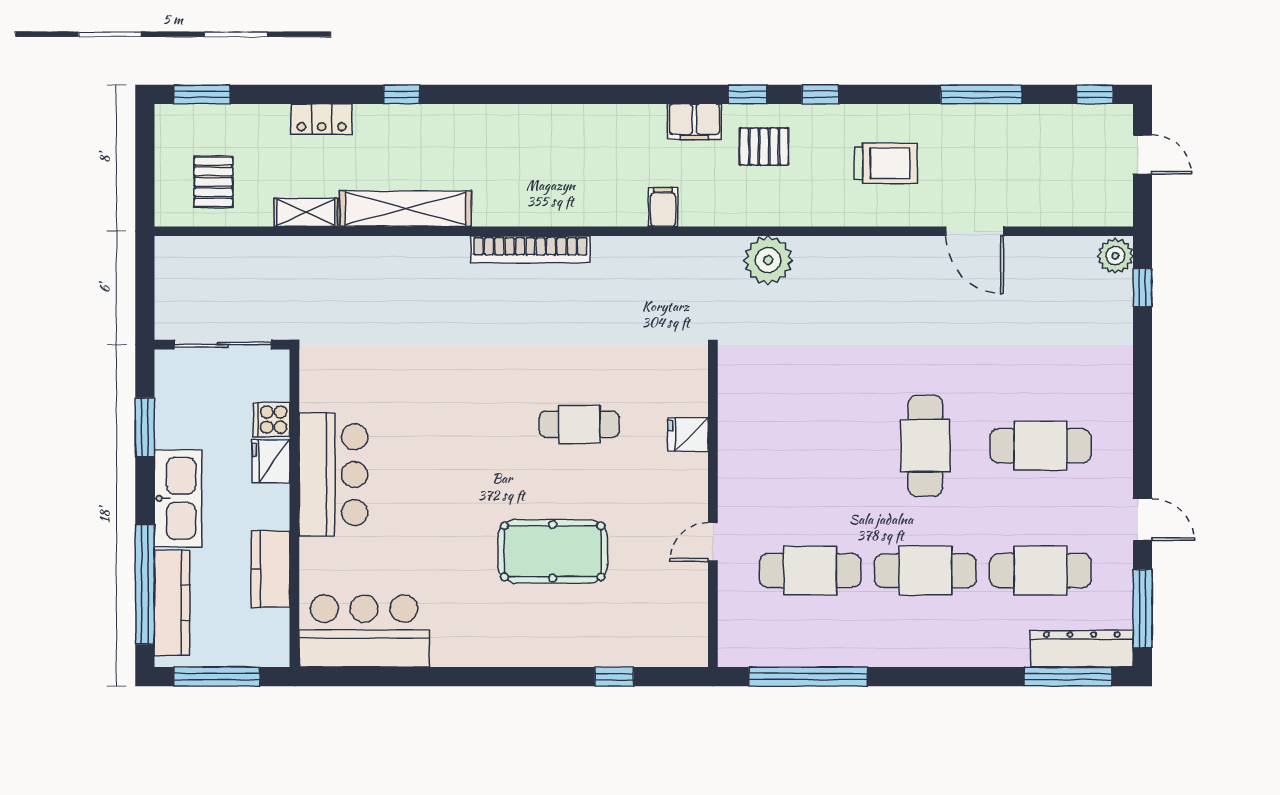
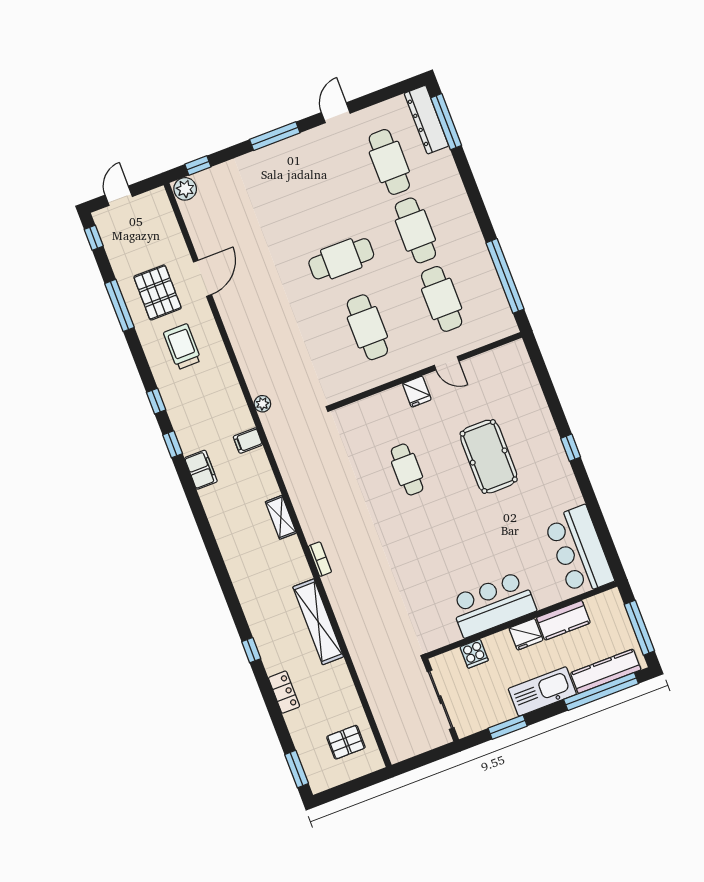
pallet: (764, 147) -> (158, 292), moved, width x1.50, depth x1.42
filing cabinet: (663, 207) -> (248, 441), moved
shelving: (306, 212) -> (281, 517), moved
bookcase: (530, 249) -> (320, 559), width x0.43, depth x0.76
plant: (768, 260) -> (262, 404), width x0.53, depth x0.53
fridge: (688, 434) -> (417, 392), moved
cafe table: (1041, 446) -> (367, 327), moved
fridge: (271, 461) -> (526, 634), moved
window: (1143, 609) -> (275, 136), moved
window: (614, 677) -> (571, 448), moved

